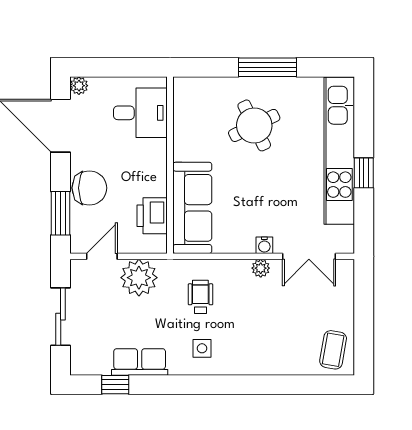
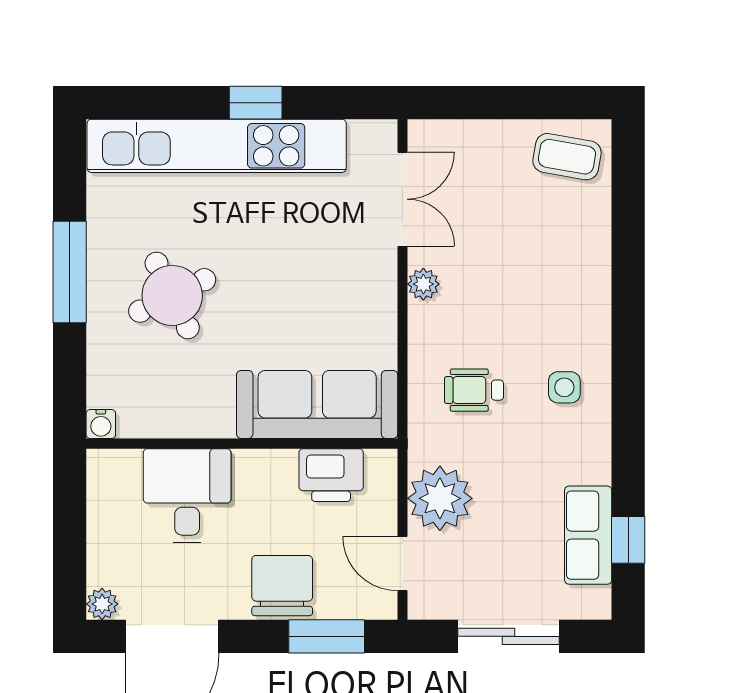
desk: (140, 113) -> (187, 496), moved
water cooler: (264, 245) -> (101, 424), moved, turned 90
row of seats: (140, 362) -> (588, 535), moved

